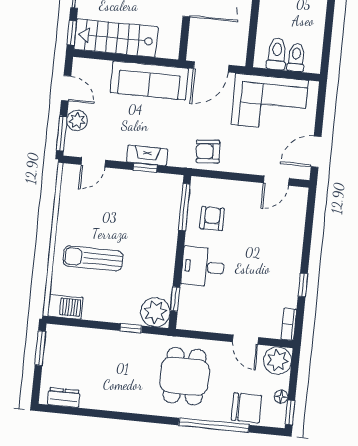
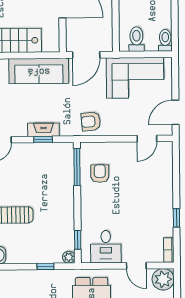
toilet: (296, 57) -> (165, 40), moved
desk: (203, 267) -> (106, 247), moved, turned -90
plant: (155, 312) -> (69, 257), width x0.53, depth x0.53

